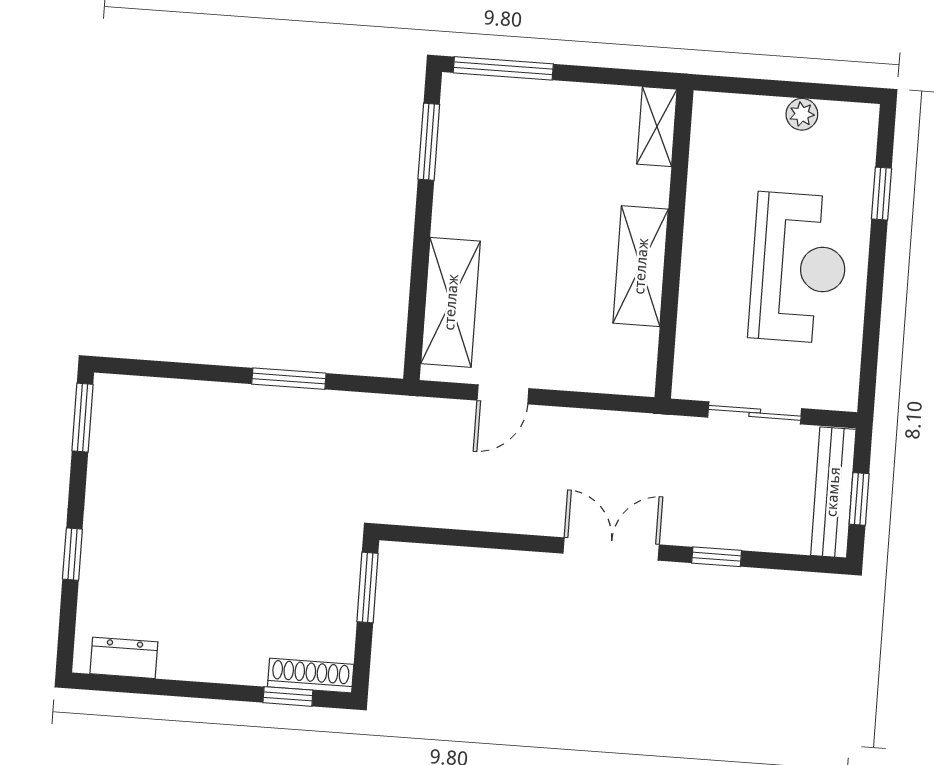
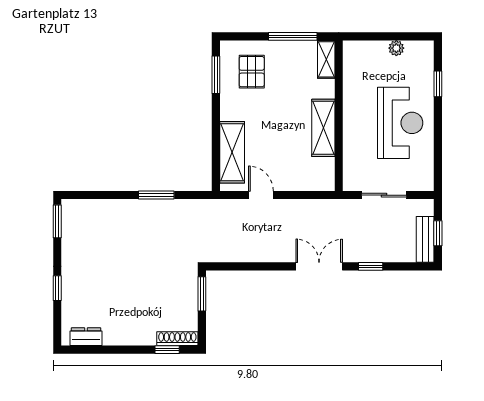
window: (503, 68) -> (293, 36), moved
pallet: (503, 141) -> (252, 72), added
door: (503, 394) -> (261, 195), swing flipped
bench: (833, 492) -> (425, 239), width x0.73

